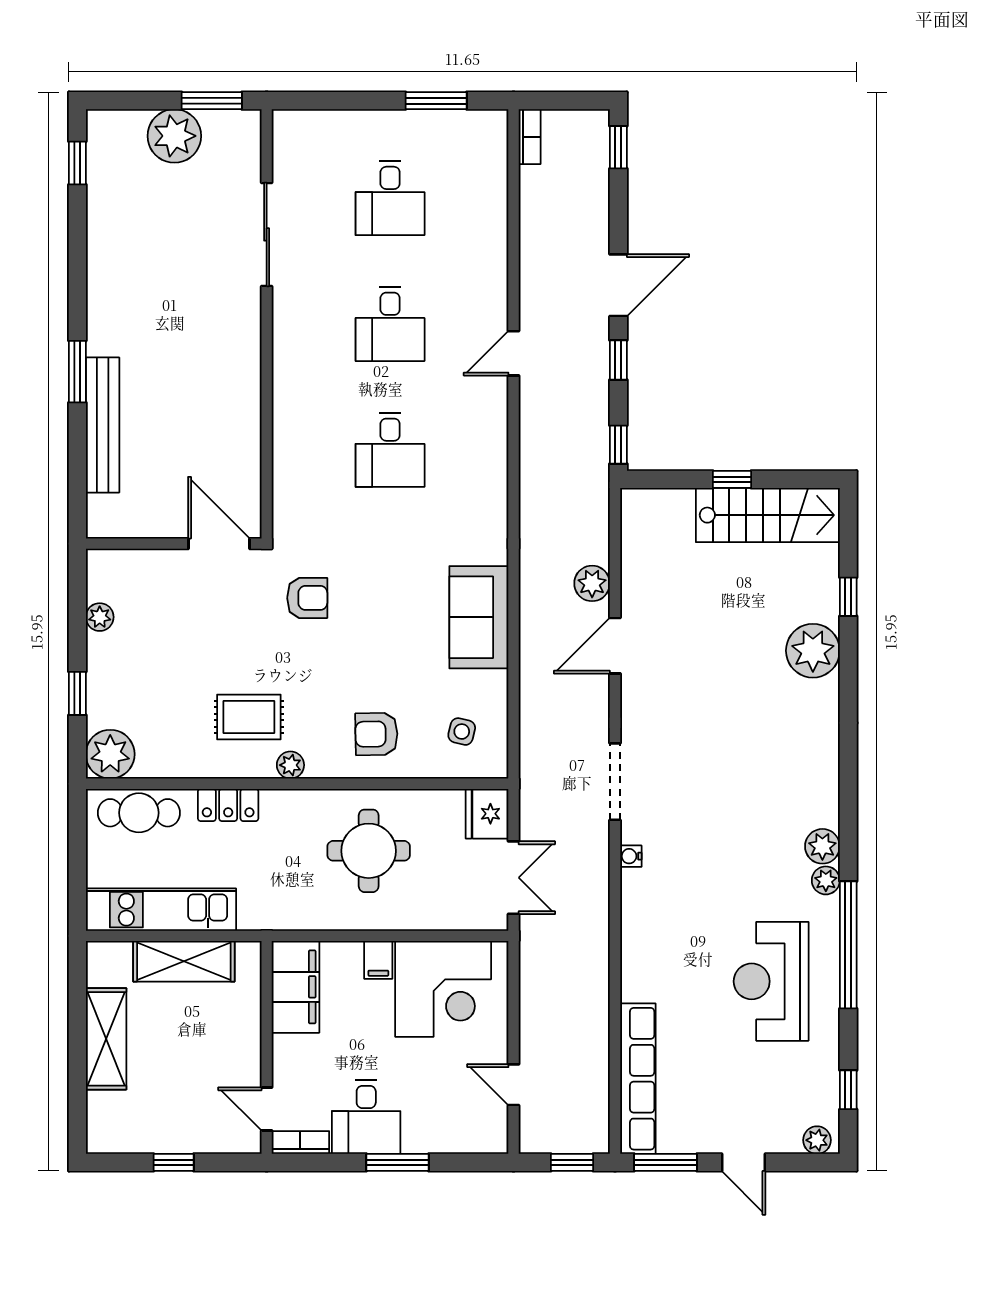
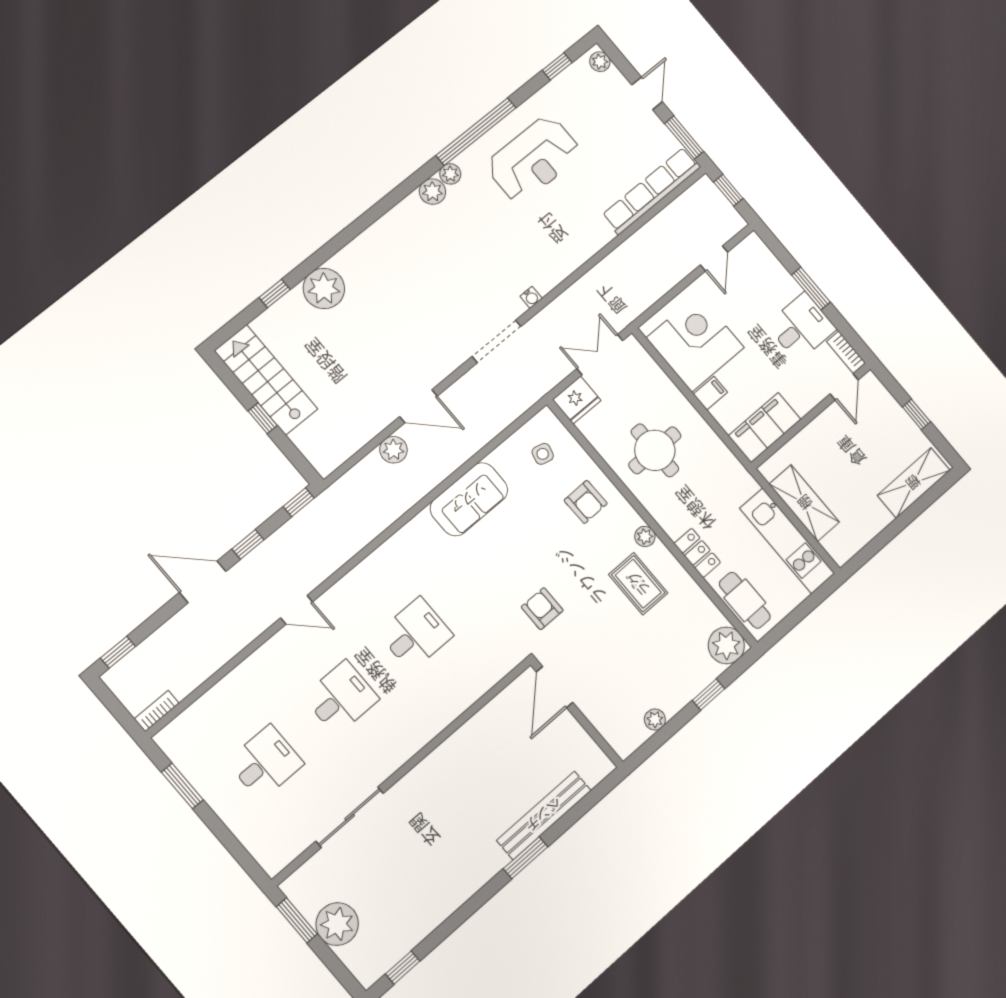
shelving: (106, 1039) -> (914, 483), moved

